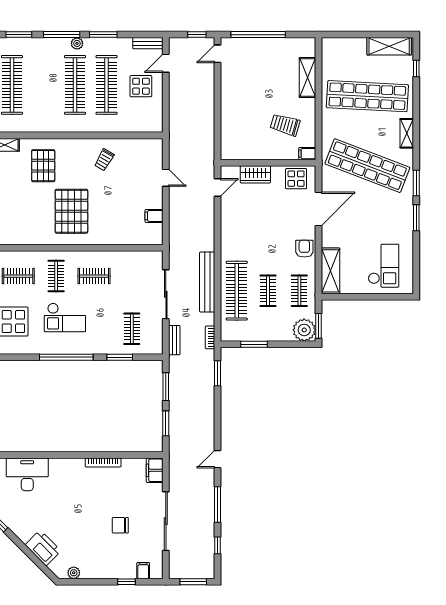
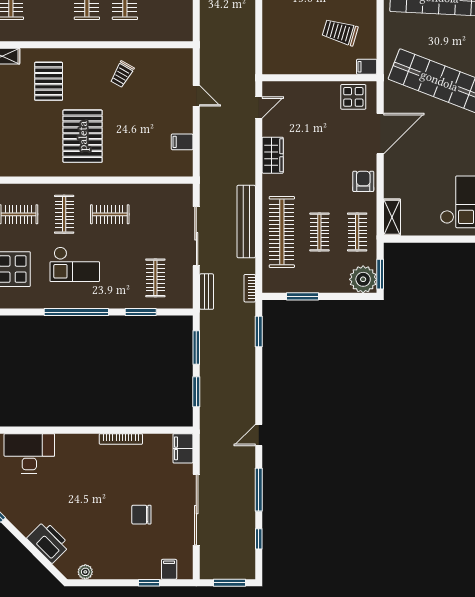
wardrobe: (255, 174) -> (273, 155), moved, turned -90
shelving: (330, 271) -> (392, 217), width x0.67, depth x0.75

